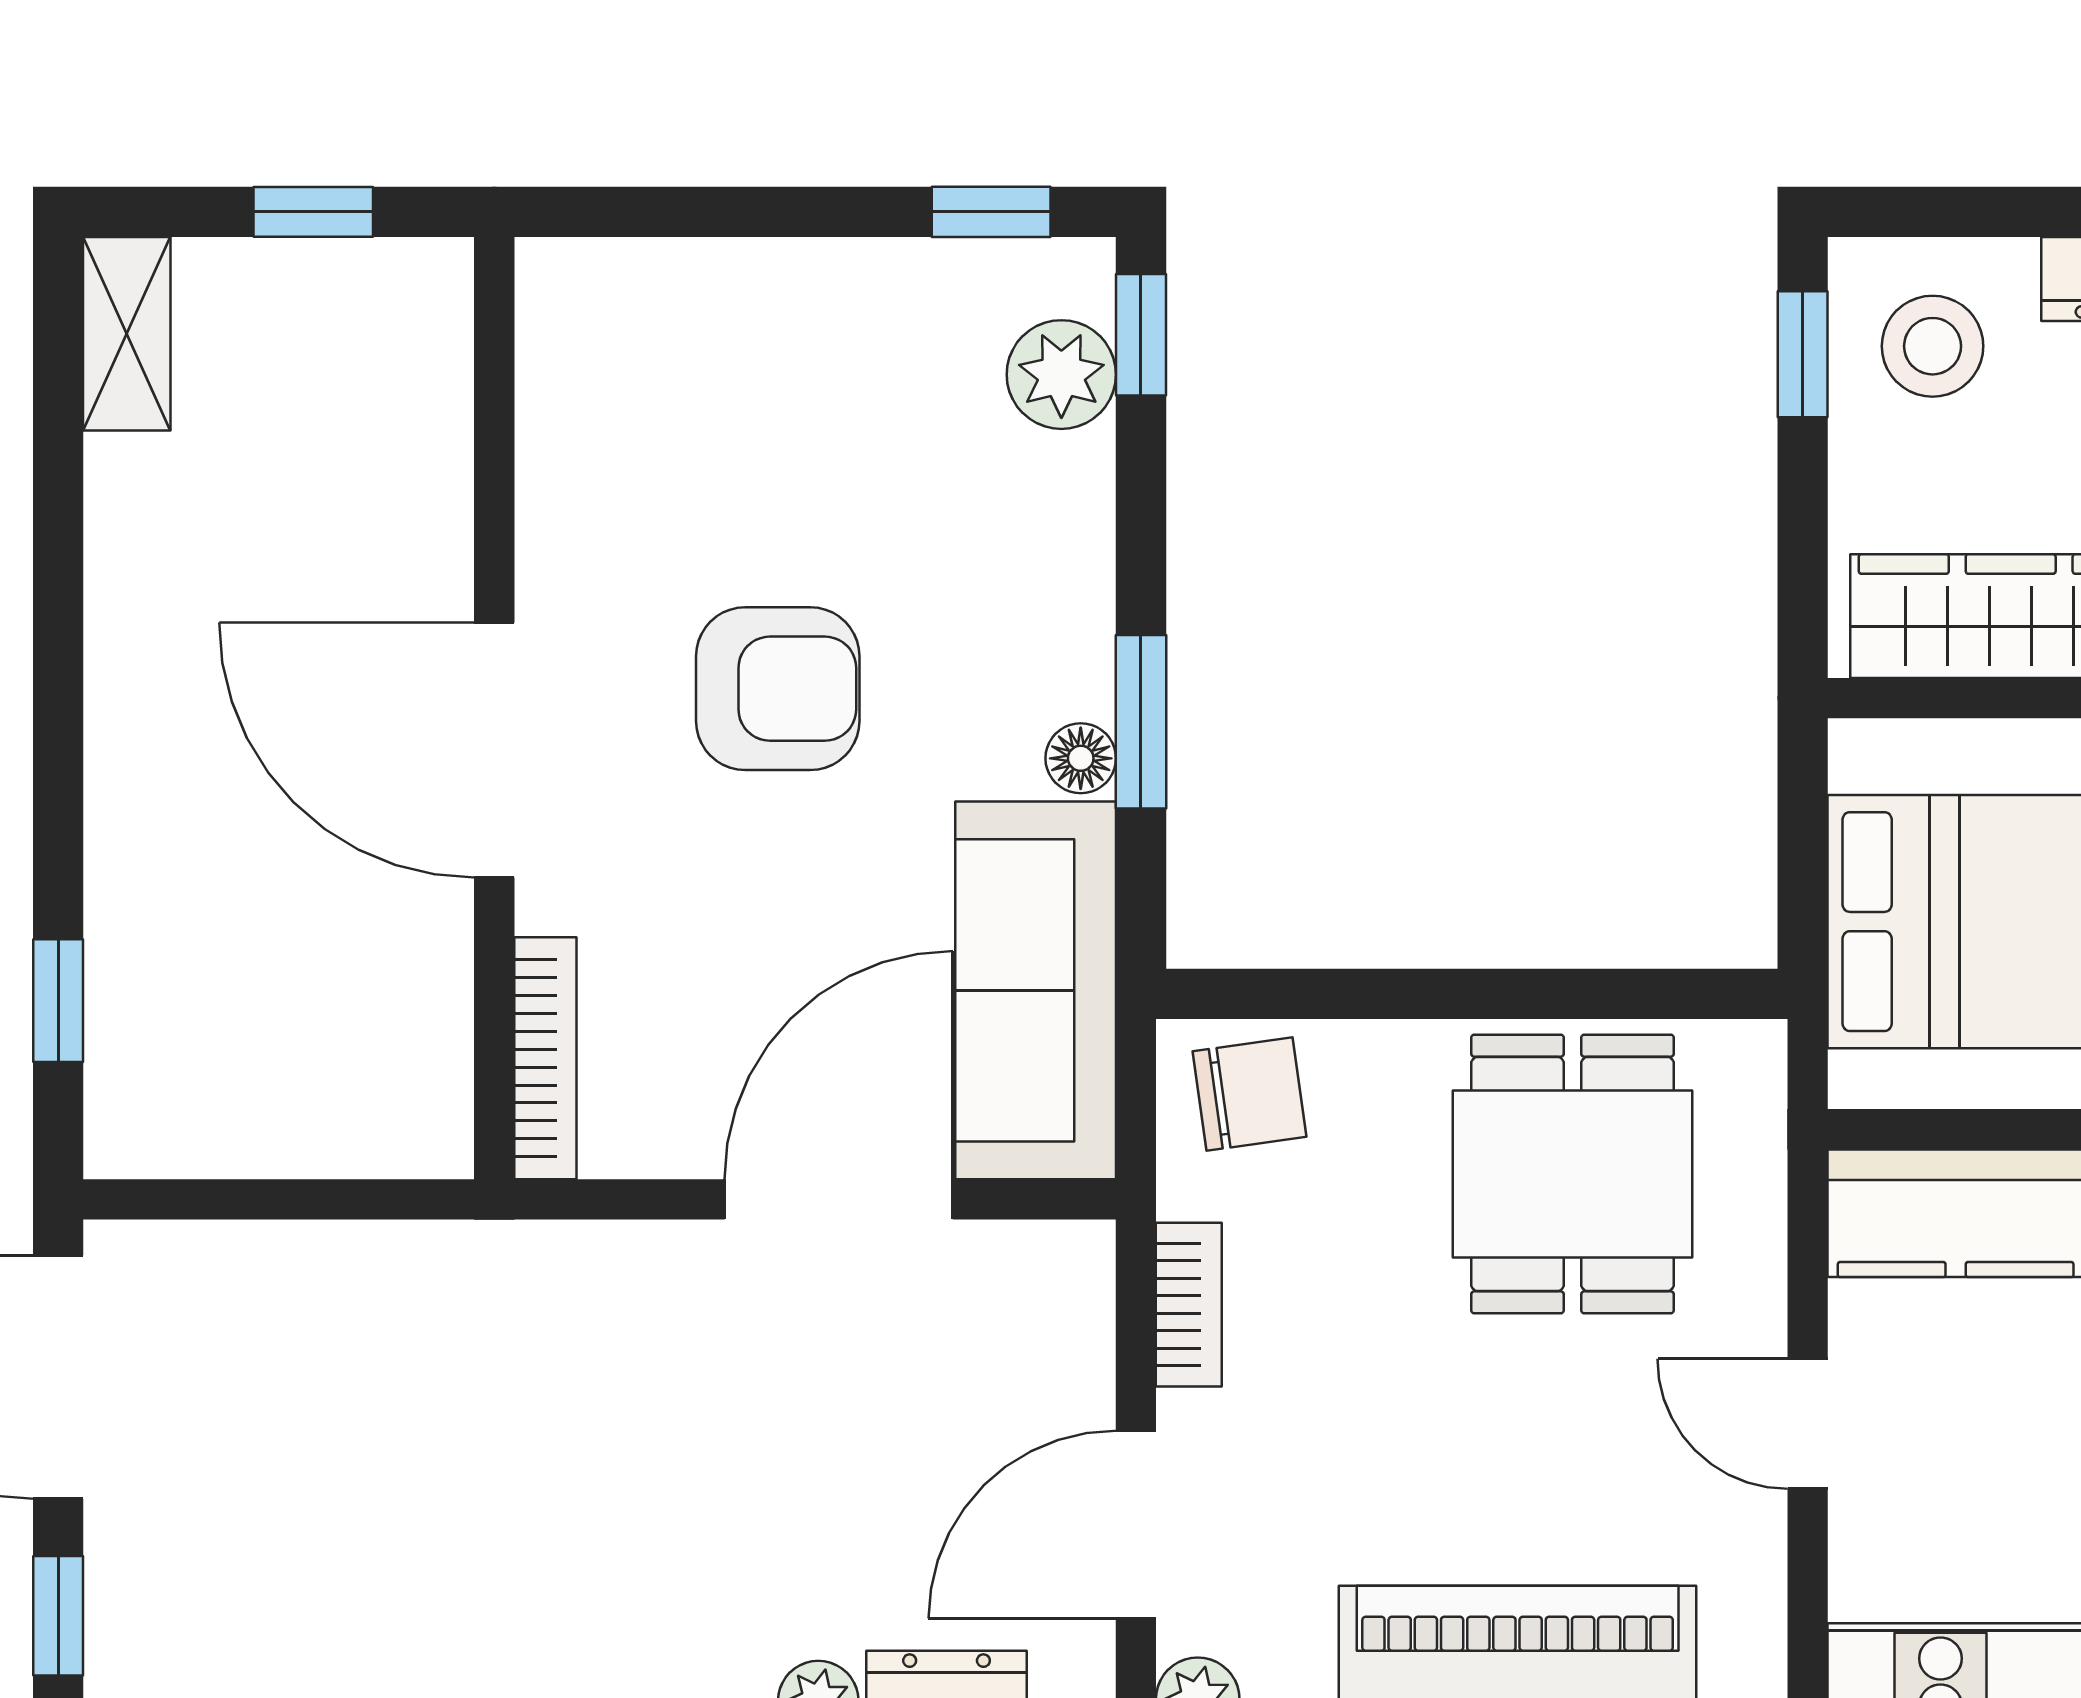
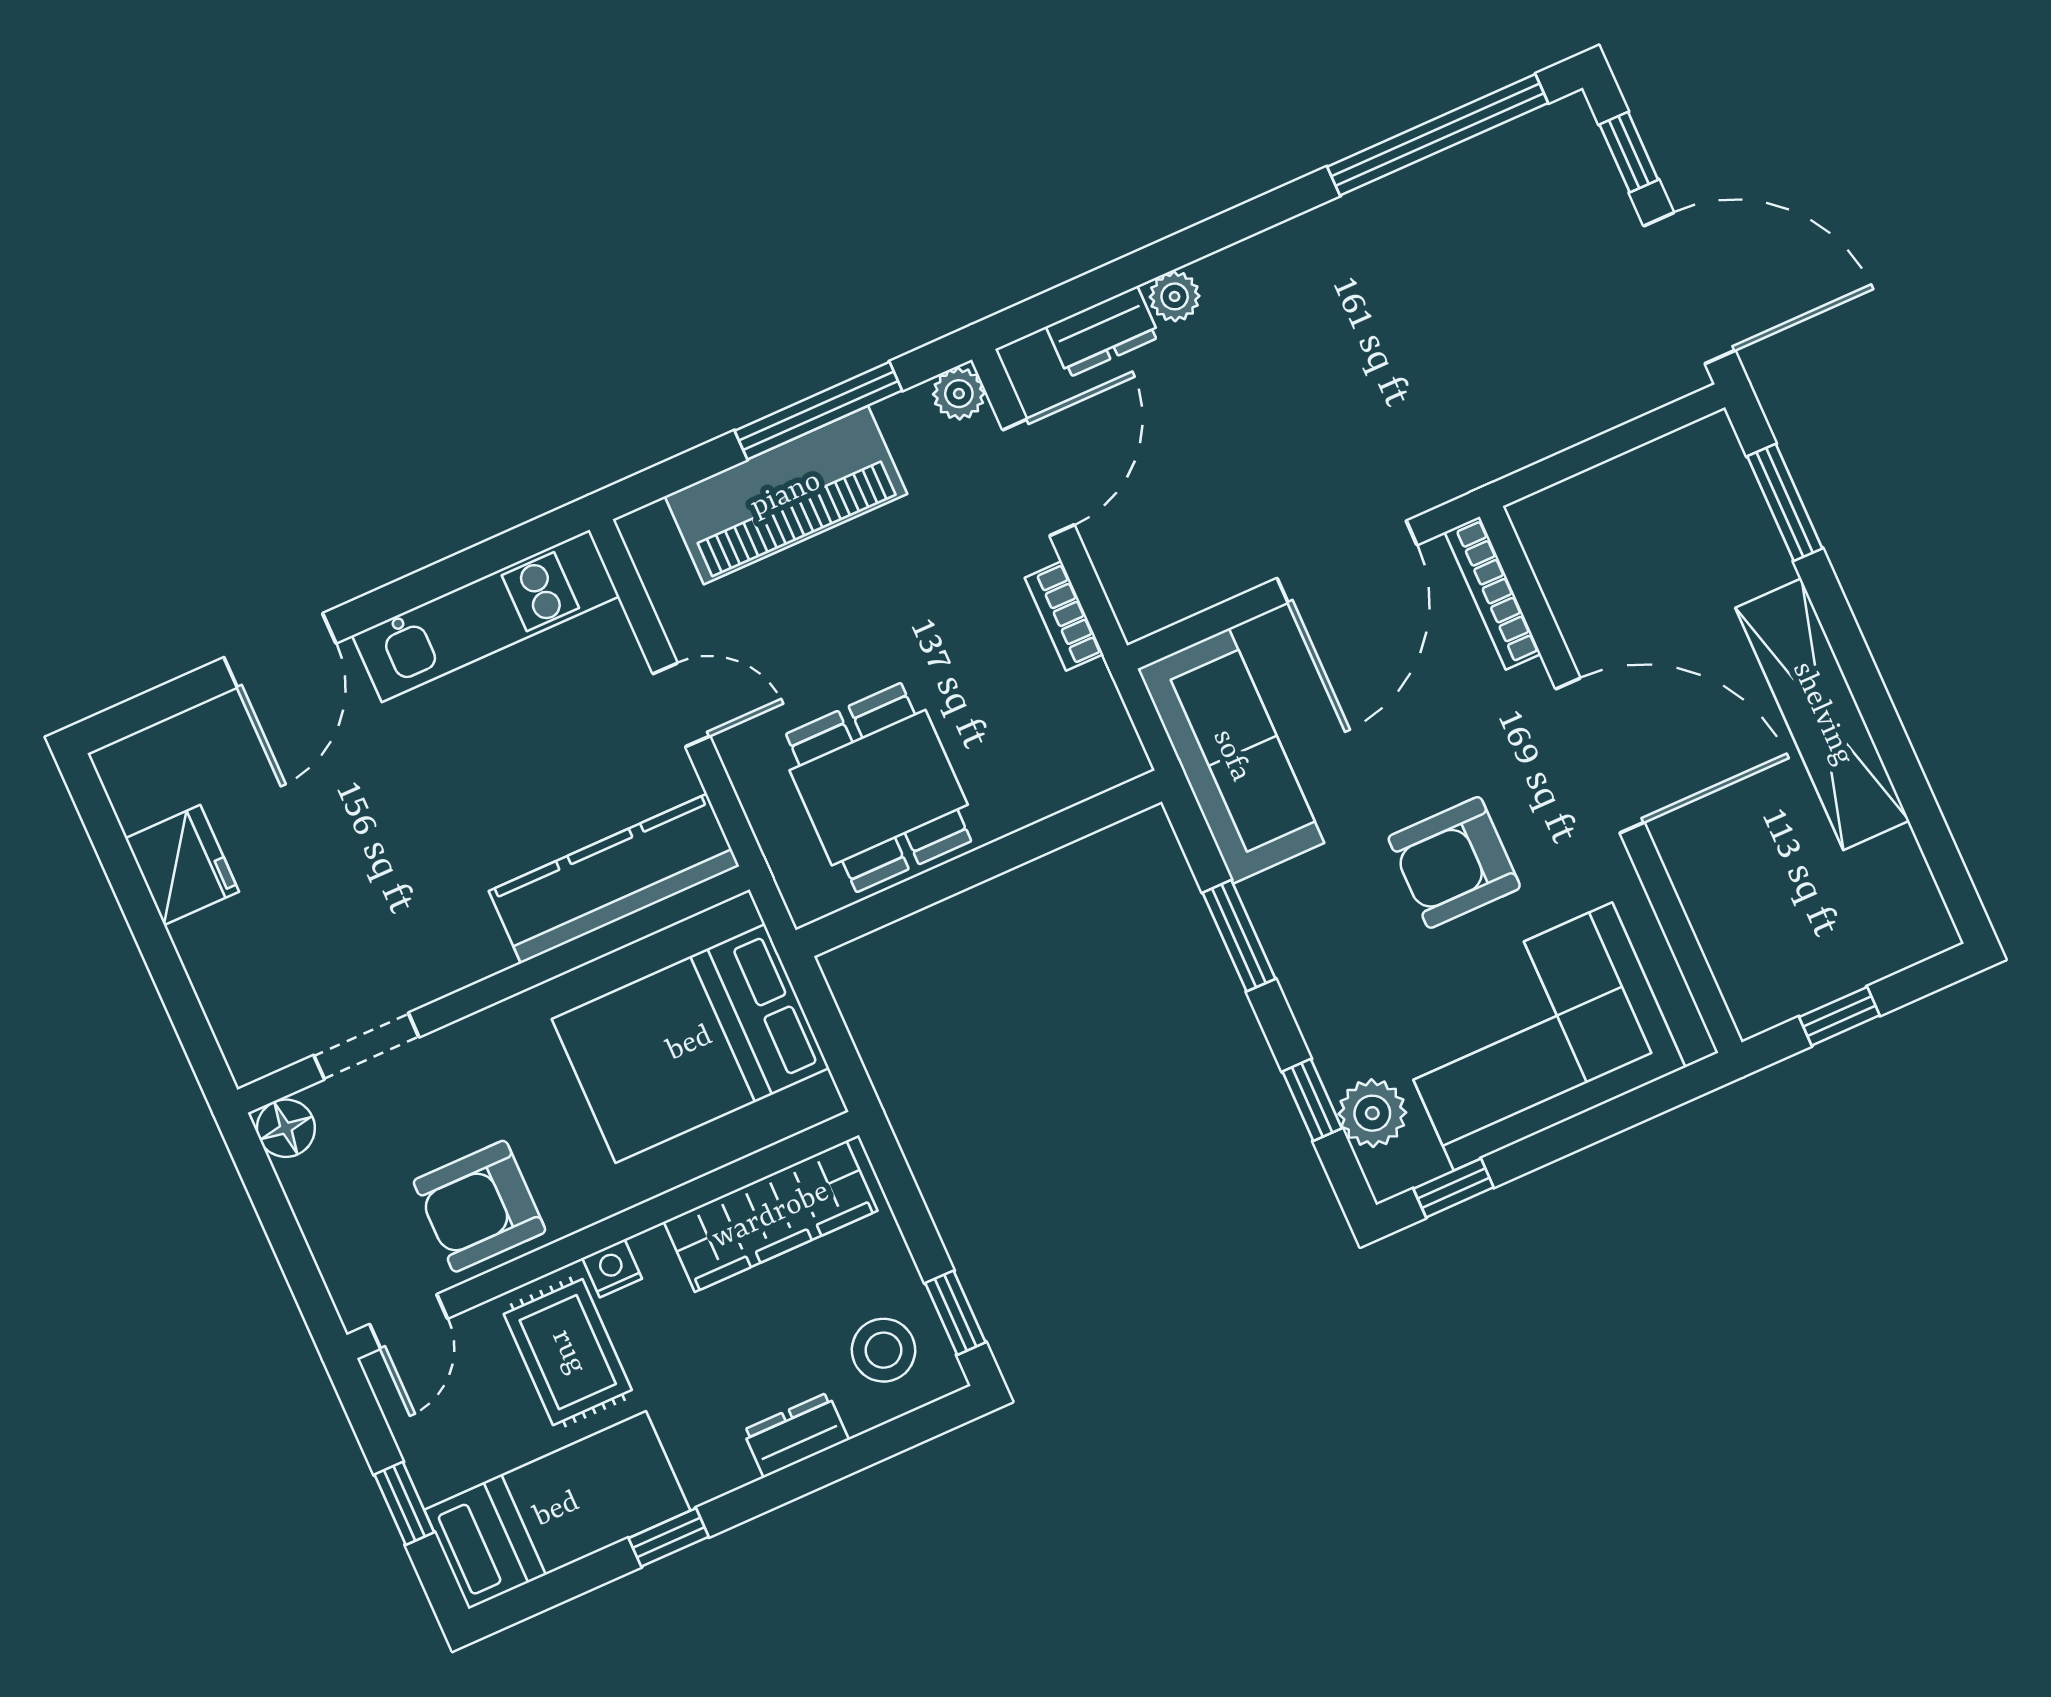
shelving: (127, 334) -> (1822, 714), moved, width x2.20, depth x1.33
window: (1141, 335) -> (1312, 1100), moved
corner sofa: (776, 382) -> (1533, 1036), added
floor lamp: (1081, 758) -> (1264, 900), removed
window: (58, 1001) -> (1785, 502), width x1.50
chair: (1250, 1094) -> (1083, 751), removed
door: (839, 1199) -> (1347, 562), moved

